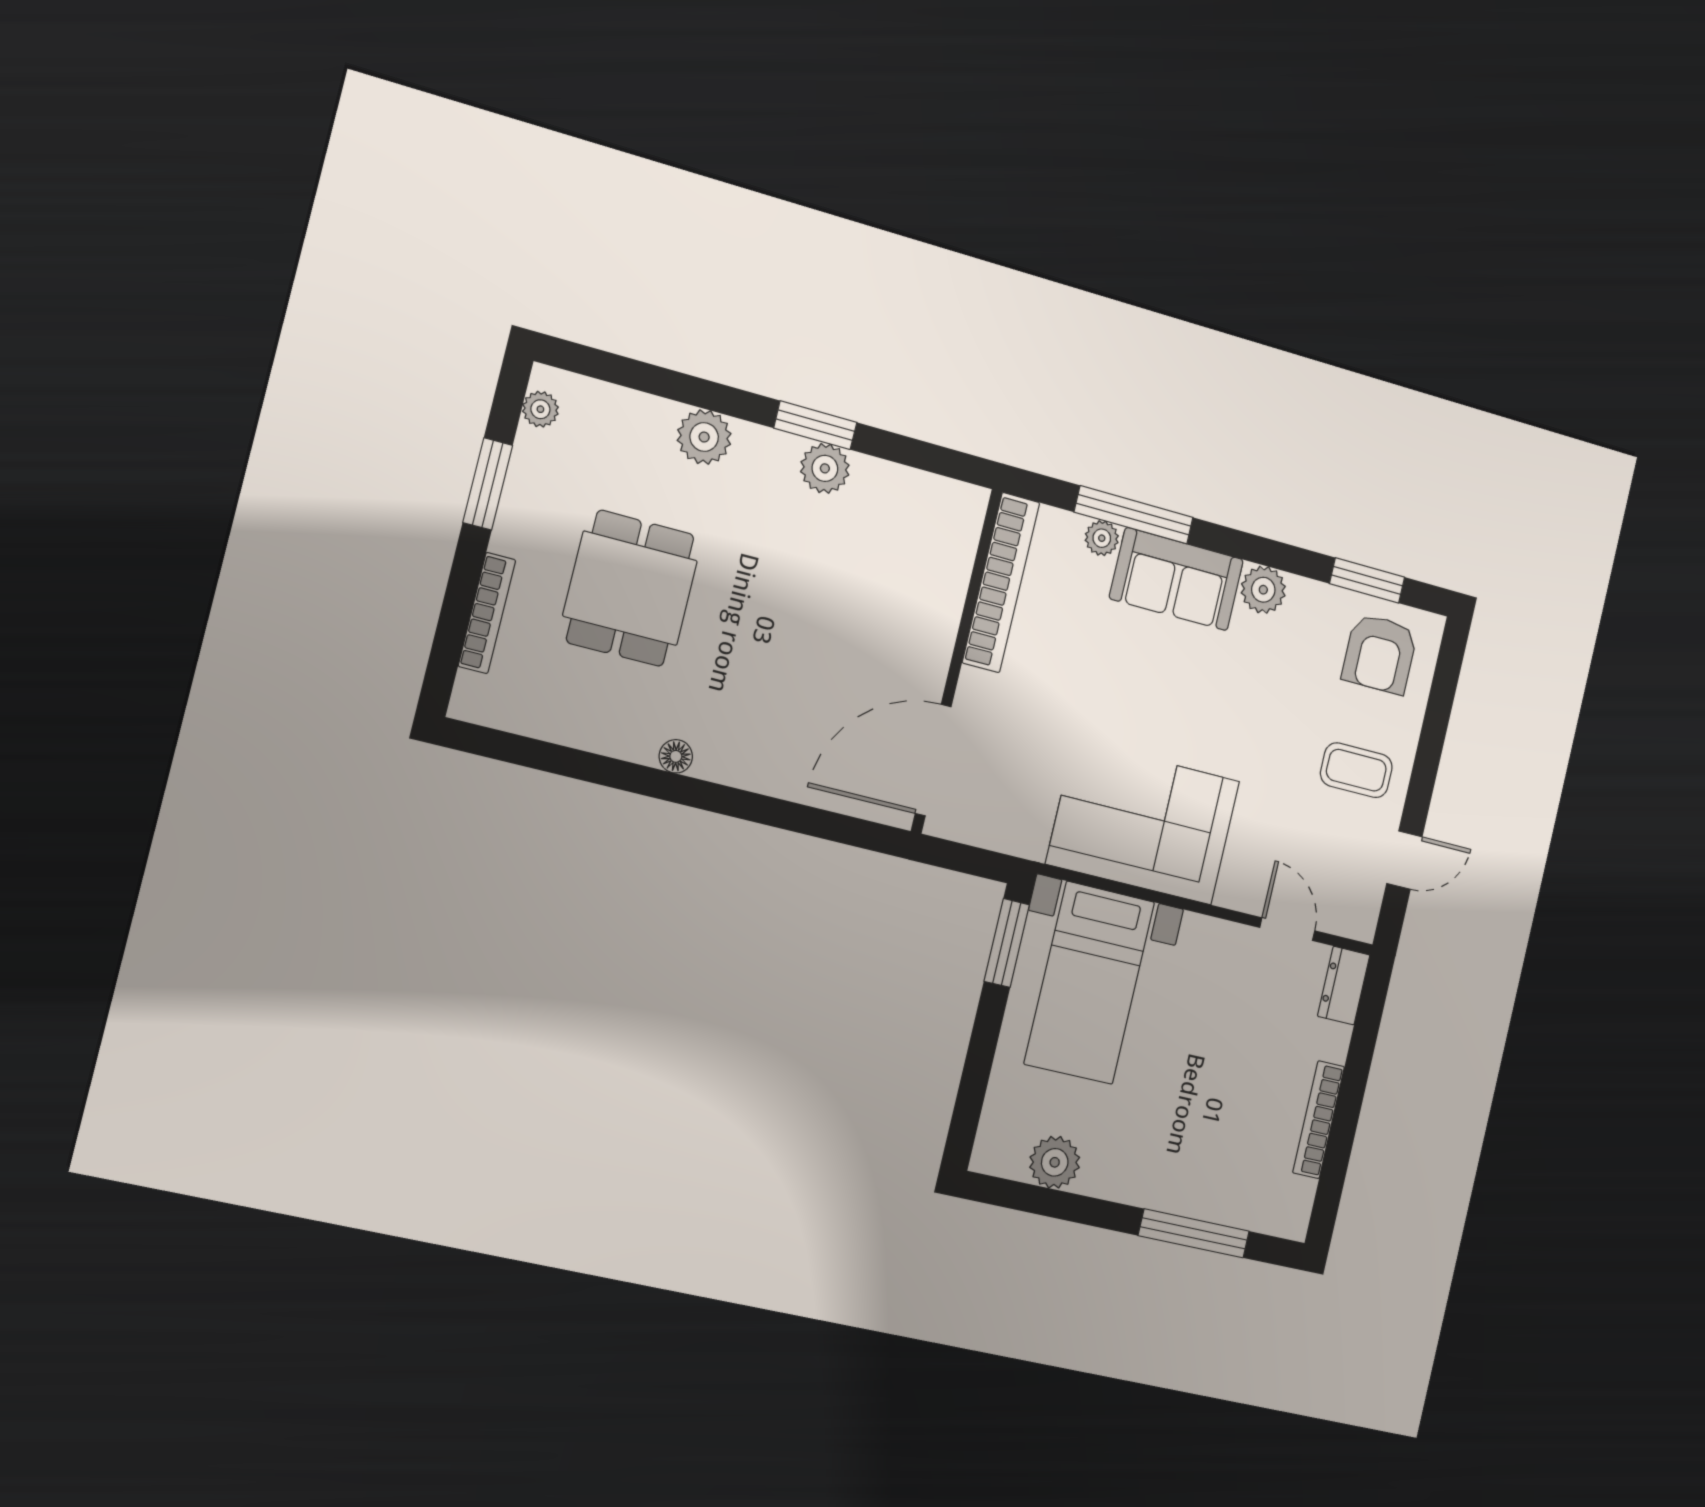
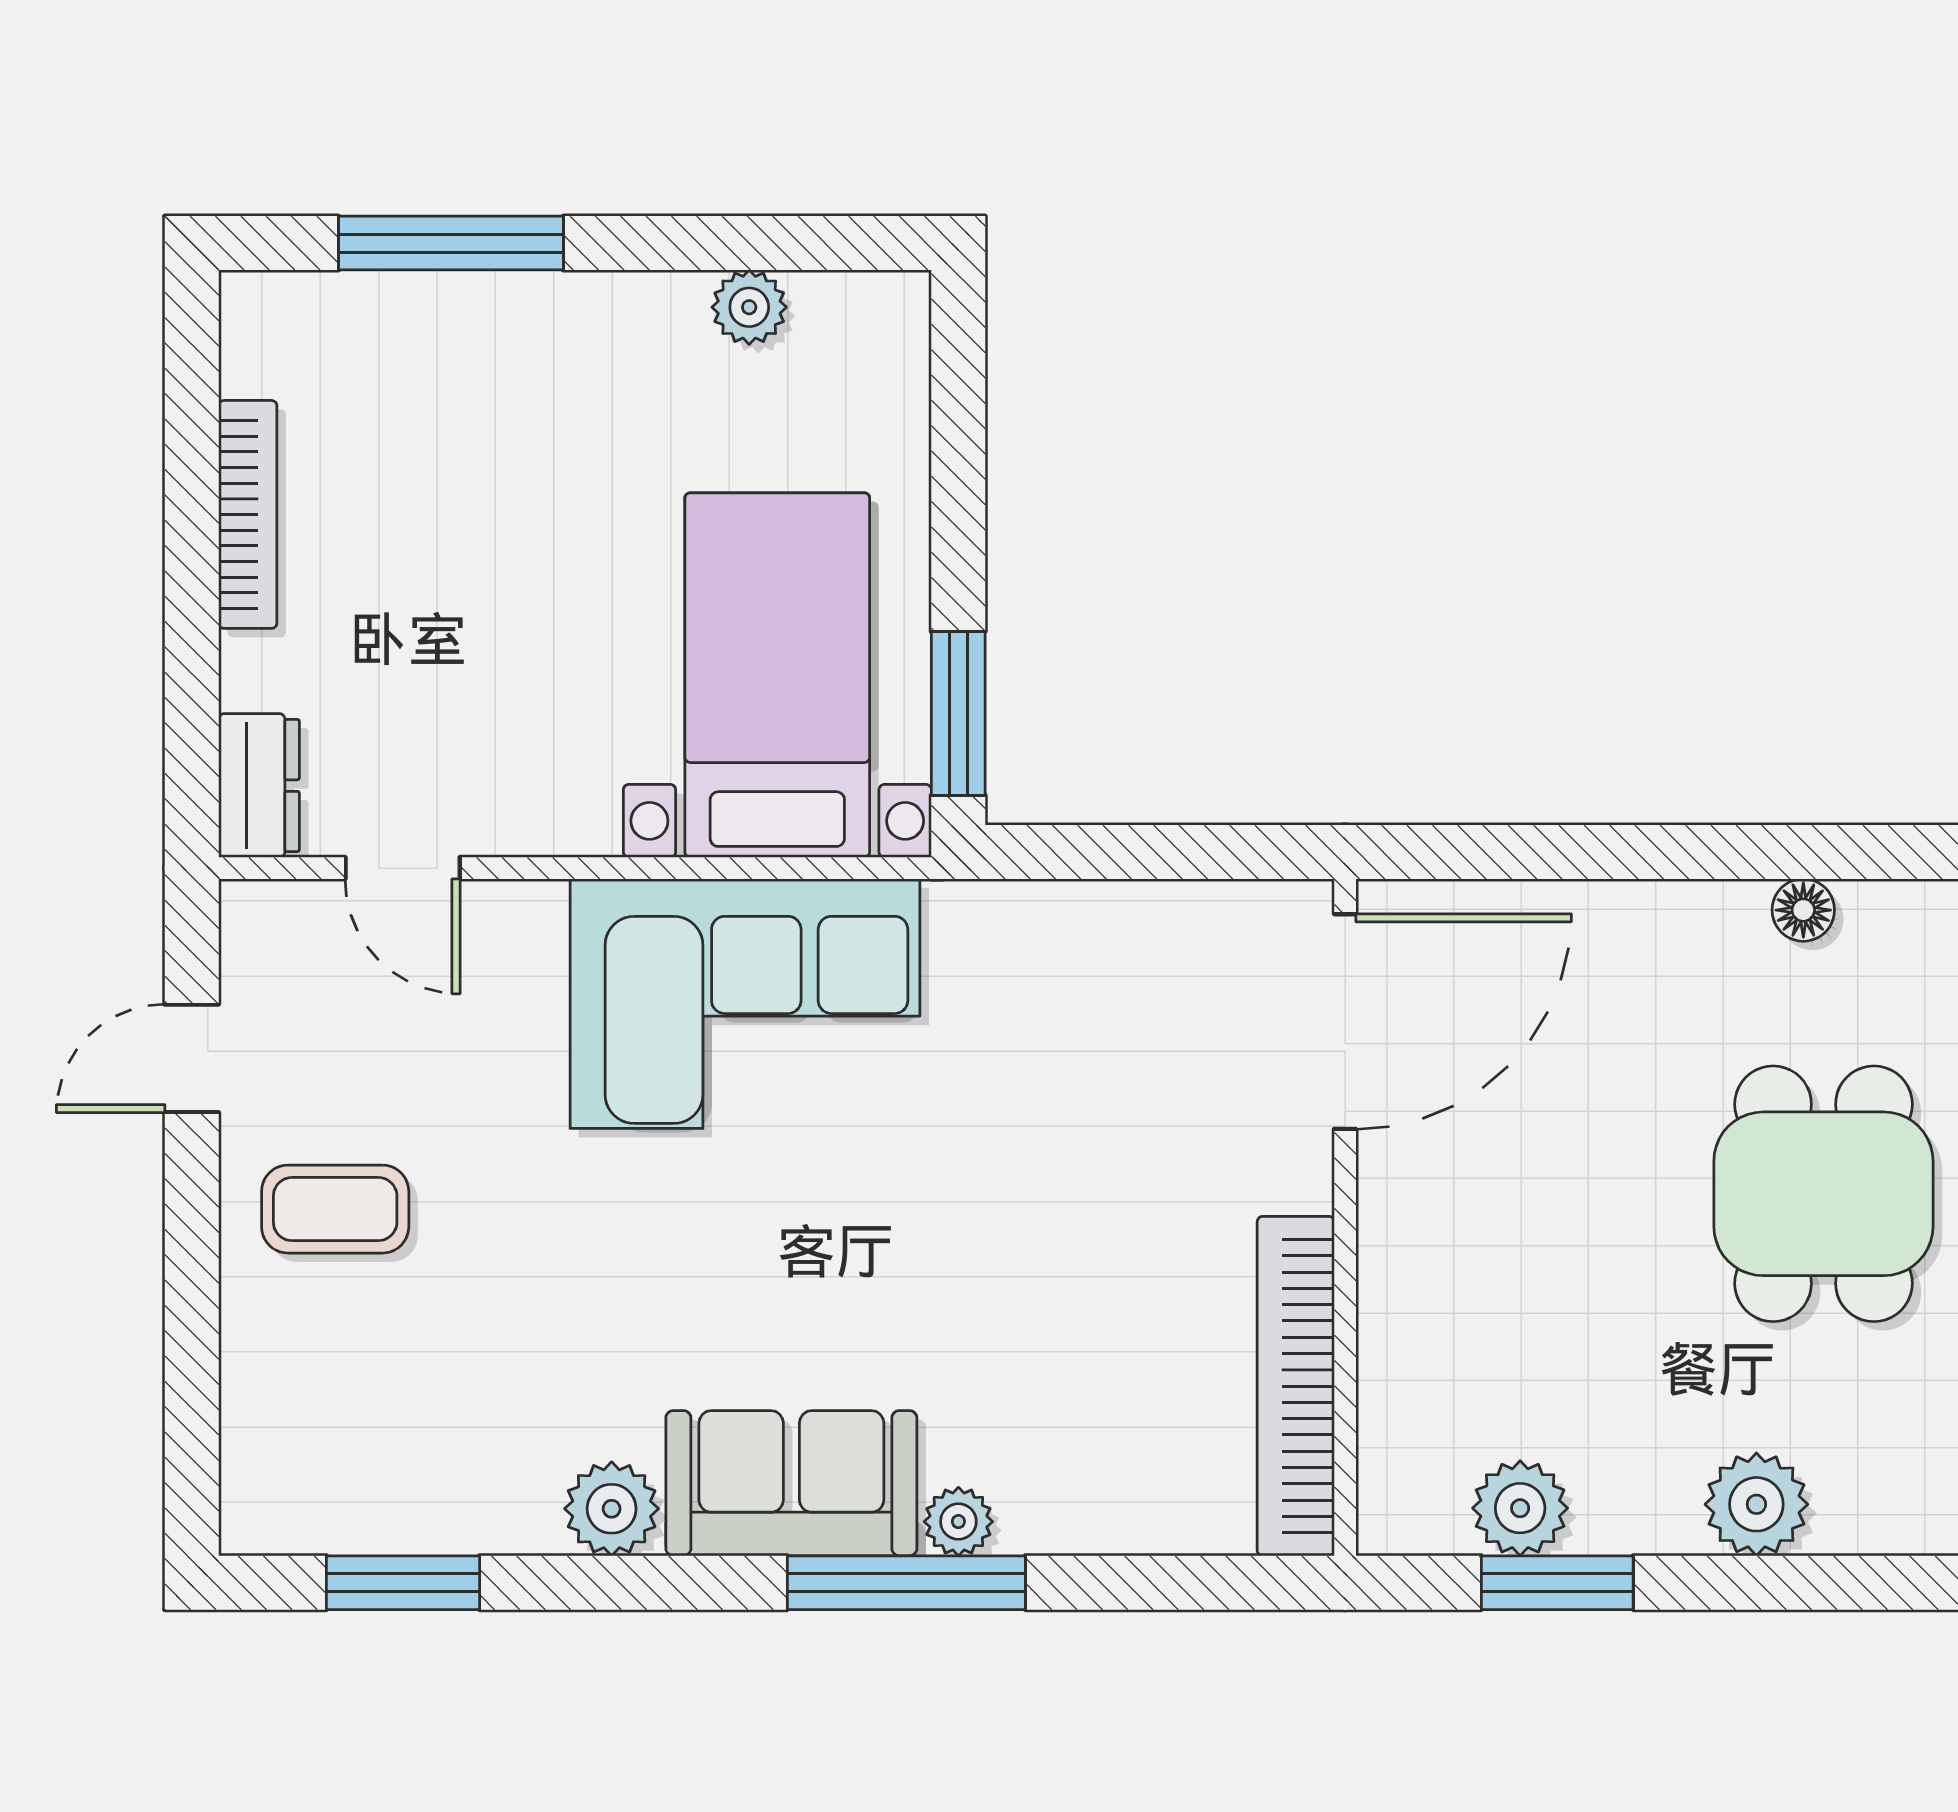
bookcase: (1001, 582) -> (1296, 1386), moved
armchair: (1380, 654) -> (342, 1447), removed
wall: (957, 661) -> (1345, 1217), moved
floor lamp: (676, 756) -> (1803, 910), moved
door: (933, 760) -> (1345, 1022), moved
plant: (1055, 1162) -> (749, 307), width x0.73, depth x0.73

